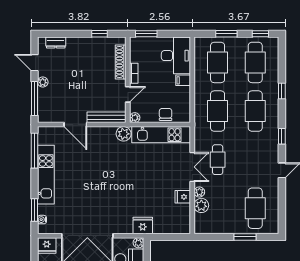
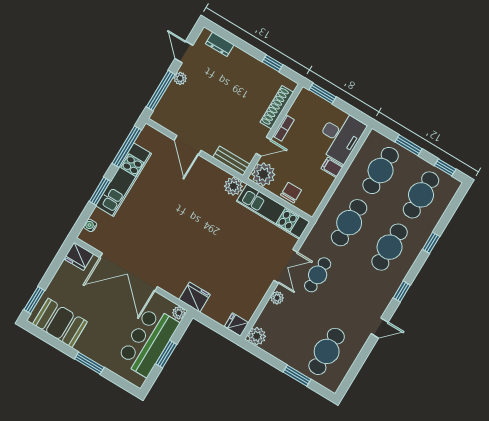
bench: (107, 117) -> (231, 161), width x0.73
plant: (135, 118) -> (263, 174), width x1.88, depth x1.88
fridge: (183, 197) -> (237, 324), moved
plant: (201, 205) -> (257, 336), moved
window: (34, 210) -> (100, 191), moved

